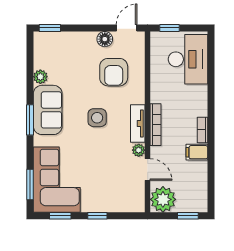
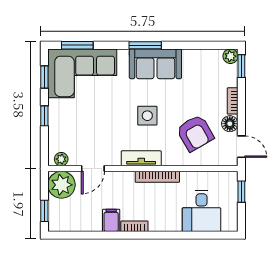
bookcase: (83, 36) -> (233, 101), added
desk: (188, 59) -> (201, 211), width x0.73
armchair: (114, 72) -> (195, 133), turned -120
plant: (40, 77) -> (230, 56), moved
bookcase: (155, 125) -> (157, 177), moved
plant: (139, 150) -> (61, 159), moved

